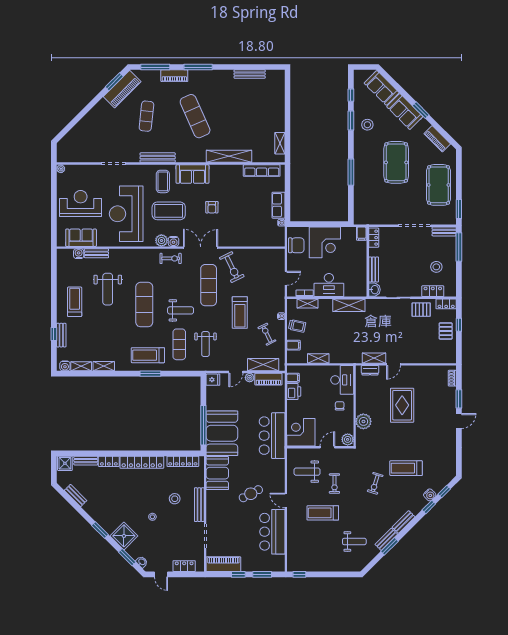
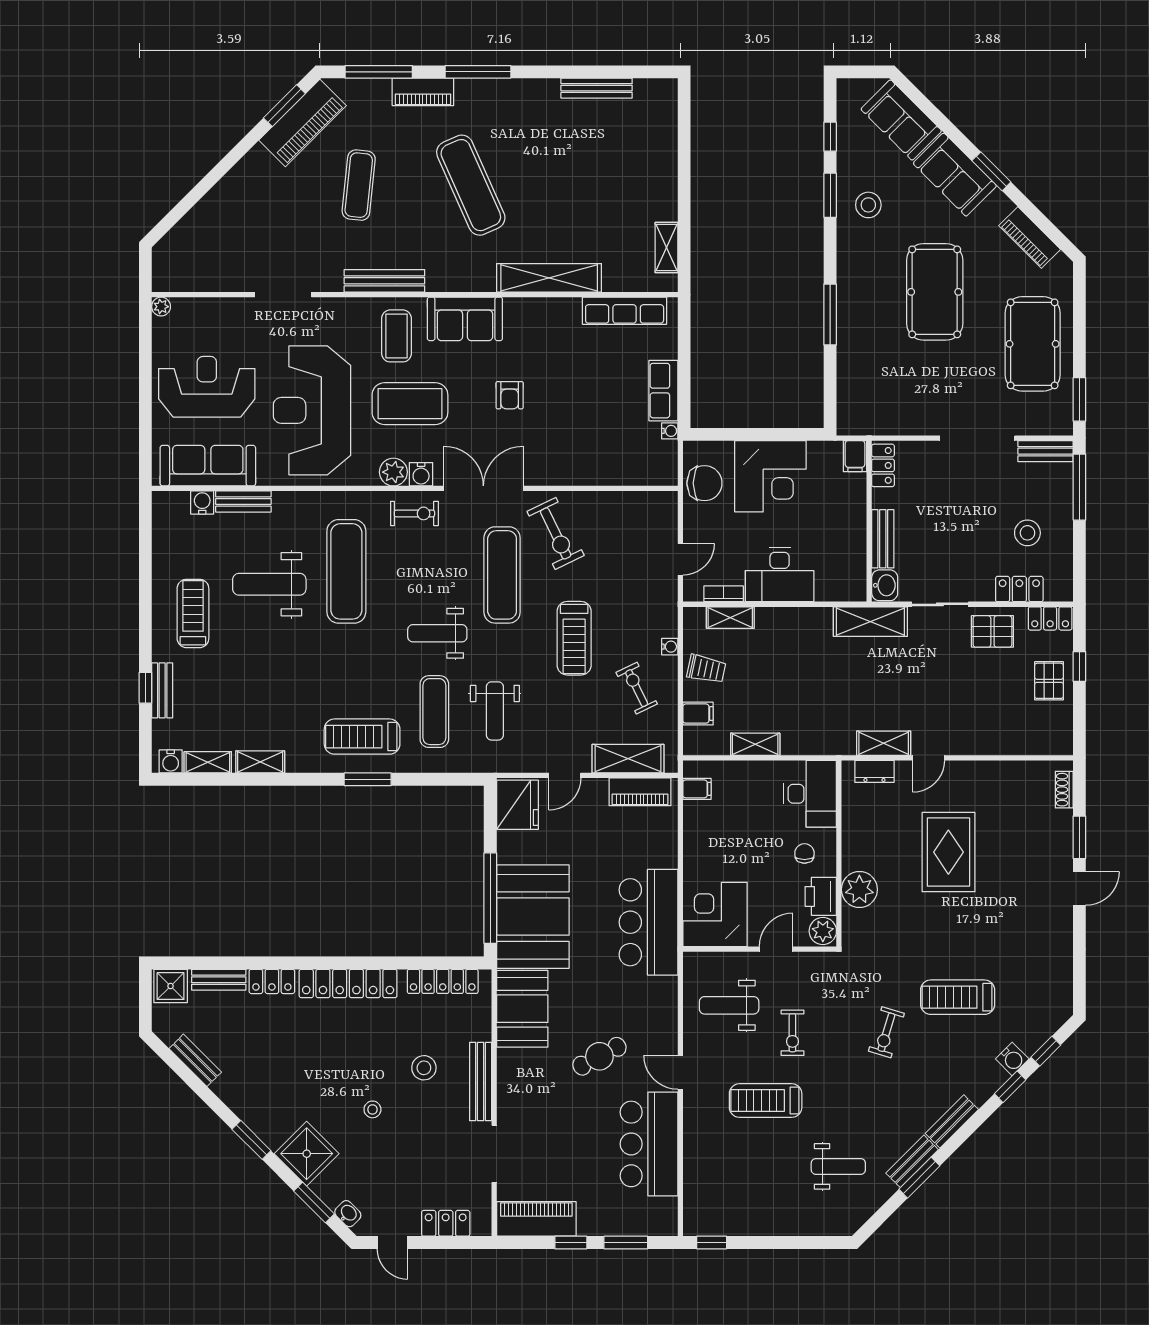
sofa: (81, 238) -> (208, 466), width x1.36
weight bench: (108, 289) -> (269, 584), turned 90
exercise mat: (144, 305) -> (346, 571), moved
shelving: (349, 305) -> (870, 622), moved
weight bench: (181, 310) -> (437, 633), turned 180
plant: (250, 378) -> (597, 789), removed
fridge: (213, 380) -> (517, 805), width x1.88, depth x1.34
printer: (294, 392) -> (821, 896), moved, turned 180

